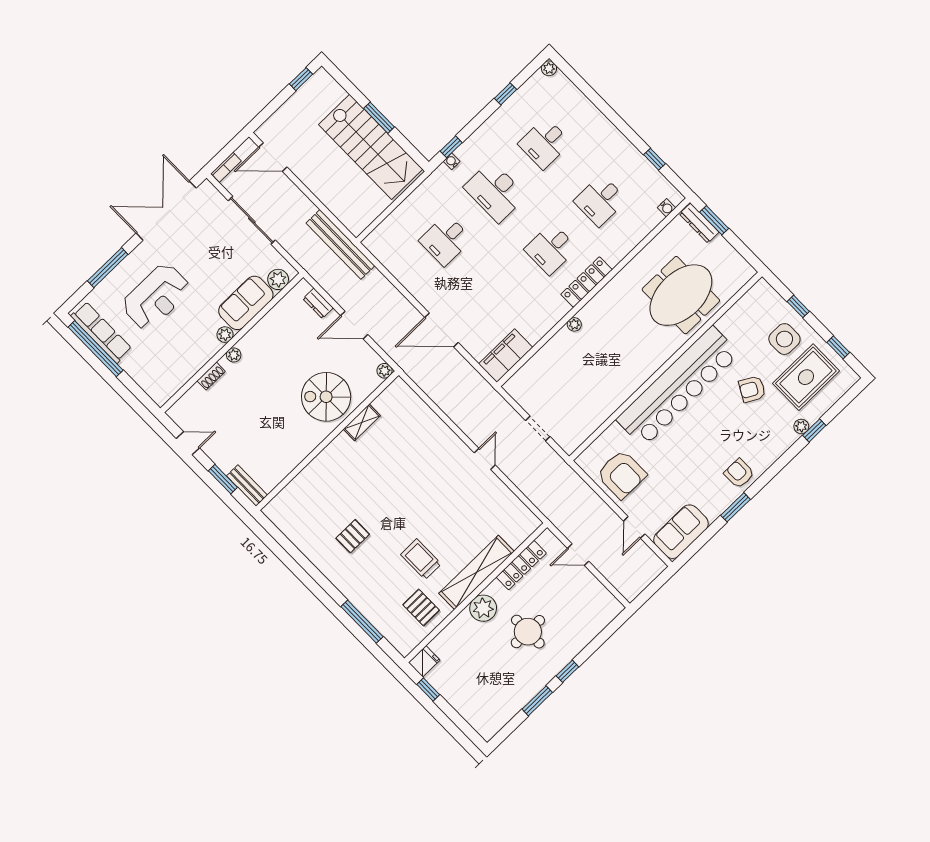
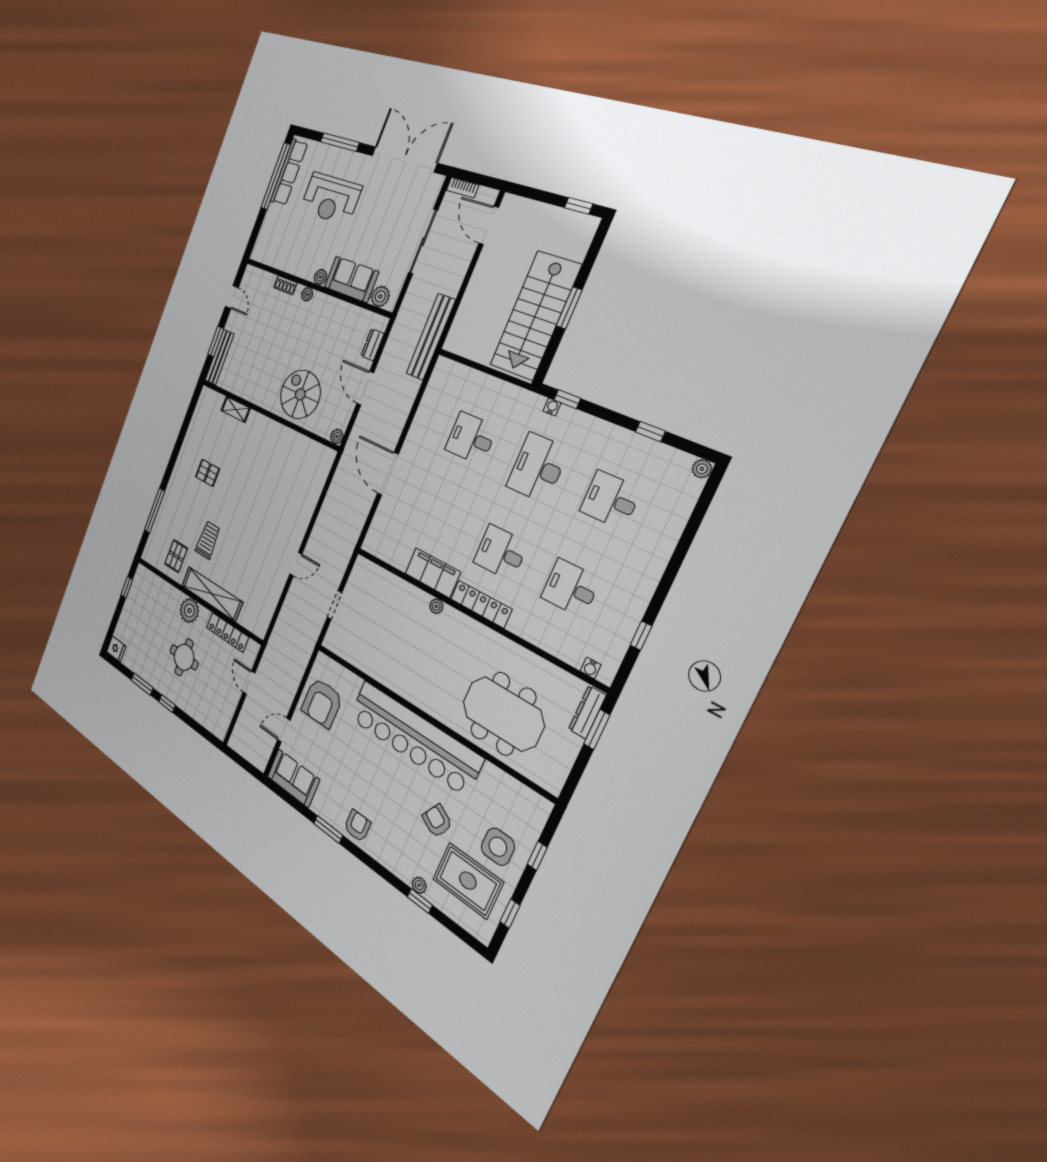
filing cabinet: (506, 356) -> (433, 573), moved
shelving: (362, 422) -> (236, 409), moved
bench: (247, 486) -> (219, 357), width x1.36
fridge: (424, 661) -> (116, 649), moved

